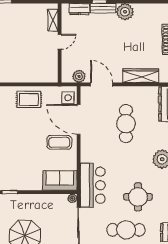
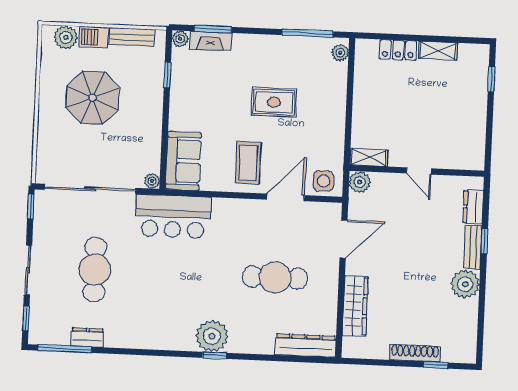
shelving: (53, 20) -> (369, 157), moved
plant: (79, 76) -> (360, 182), moved
rug: (29, 99) -> (274, 102), moved, turned 90
door: (79, 119) -> (286, 197), width x0.73
round table: (138, 197) -> (150, 292), removed

